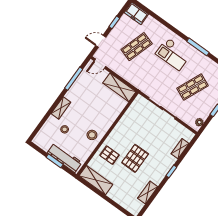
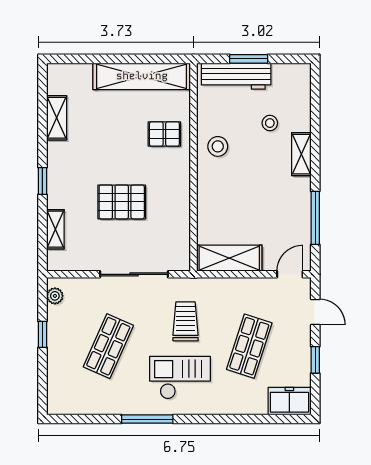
door: (101, 41) -> (315, 312), hinge flipped
trolley: (155, 75) -> (186, 321), added
pallet: (135, 158) -> (122, 202), moved, turned 90
shelving: (96, 180) -> (142, 76), width x1.47

